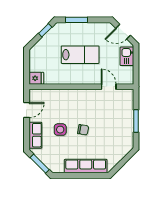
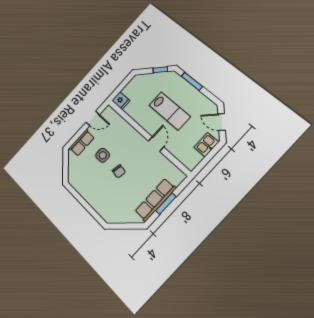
door: (109, 87) -> (156, 144), moved
window: (40, 164) -> (66, 167), removed
row of seats: (86, 166) -> (155, 200), moved, turned -90

